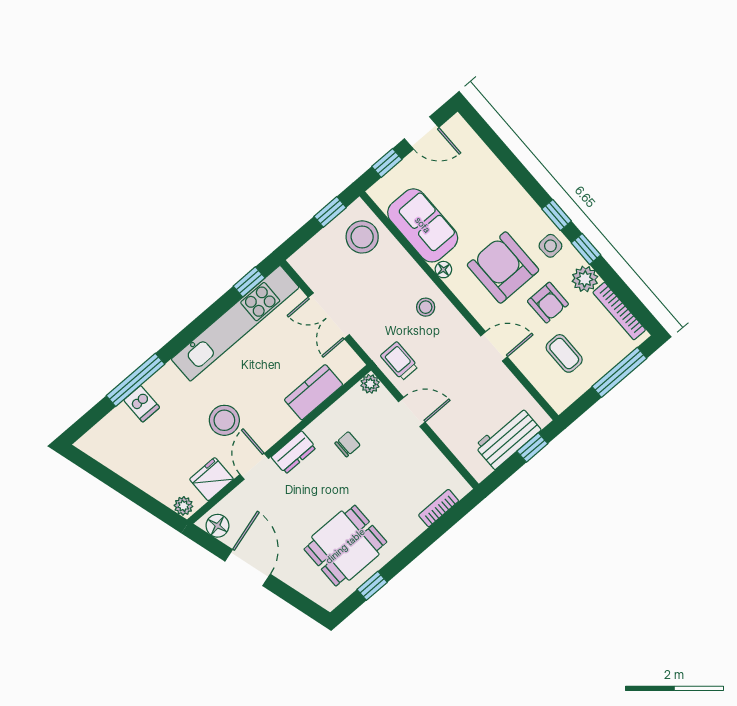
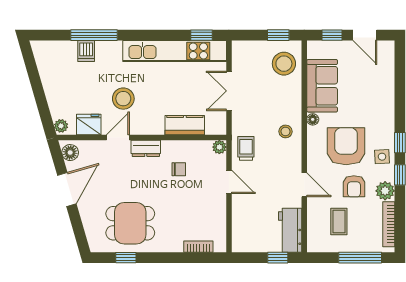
workbench: (508, 438) -> (290, 230), moved, turned -90

